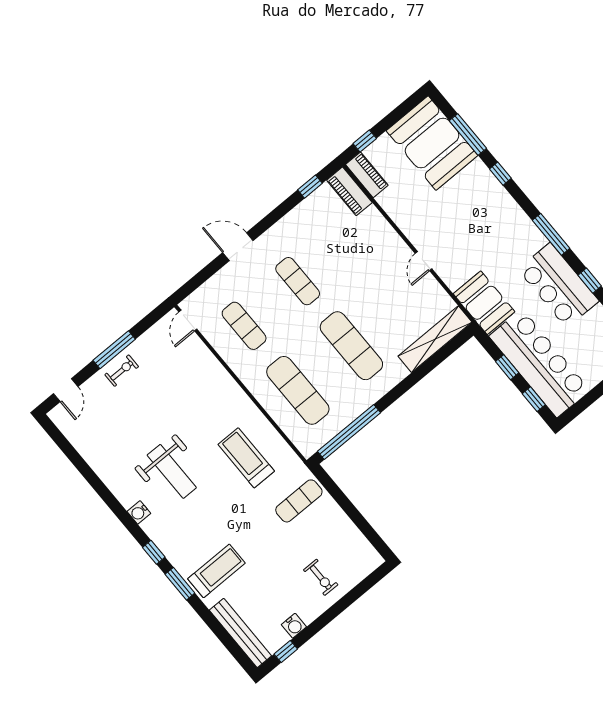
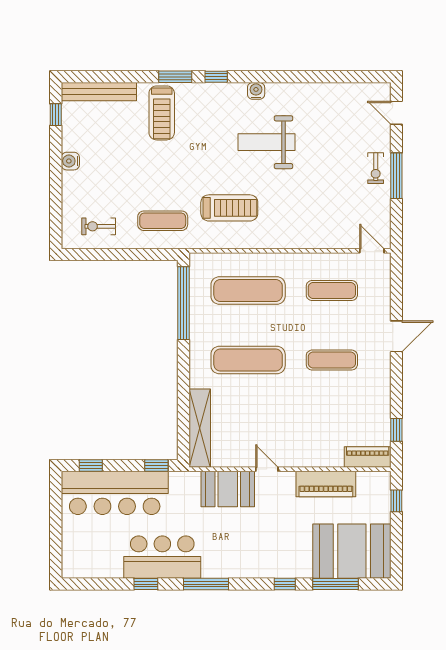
piano: (367, 175) -> (326, 484), moved, width x1.37, depth x1.33
booth: (484, 303) -> (228, 489), moved
window: (507, 367) -> (156, 466), moved
exercise mat: (299, 501) -> (163, 221), turned 90
exercise bike: (321, 577) -> (99, 226), moved
water cooler: (294, 626) -> (70, 161), moved

